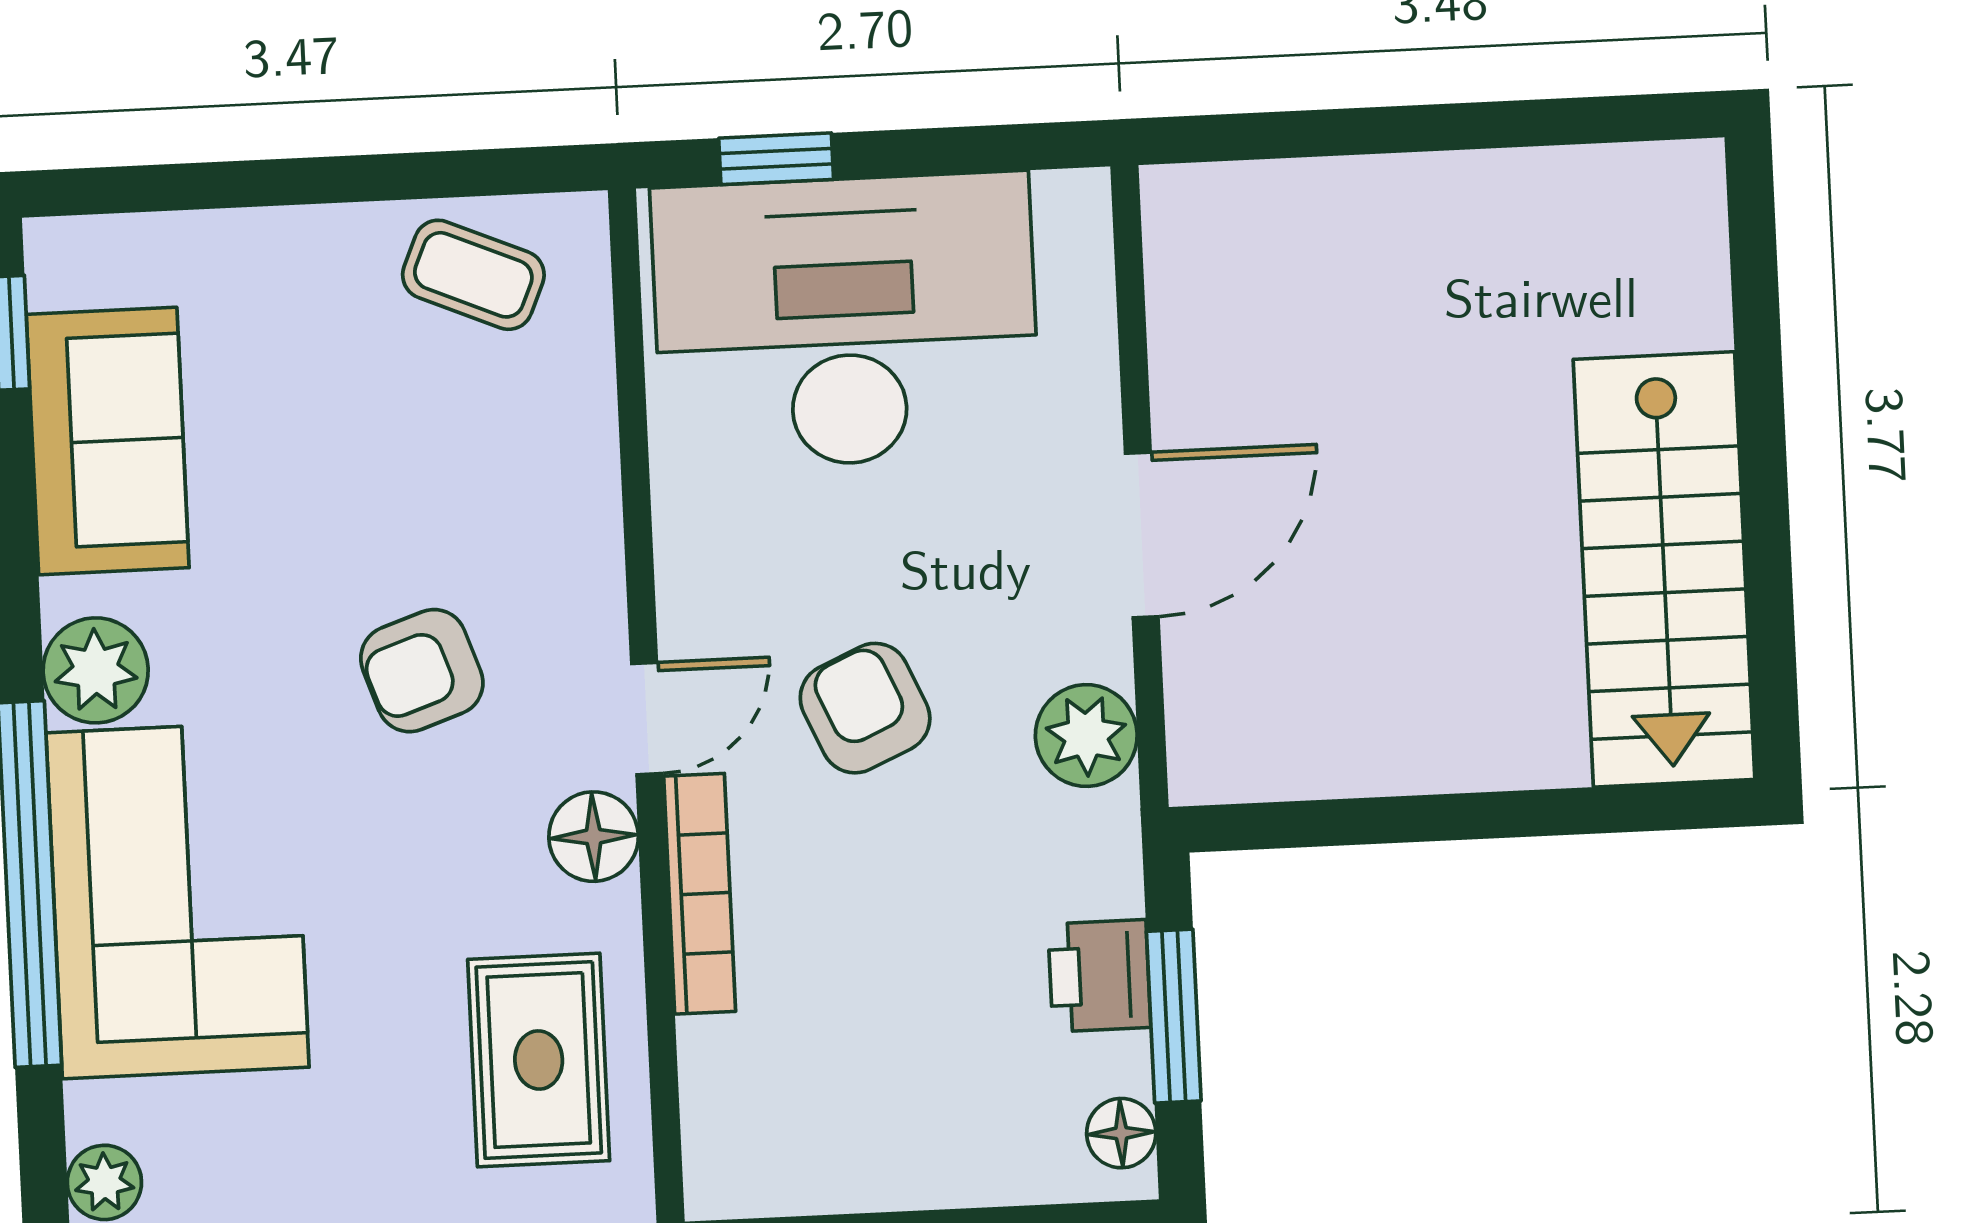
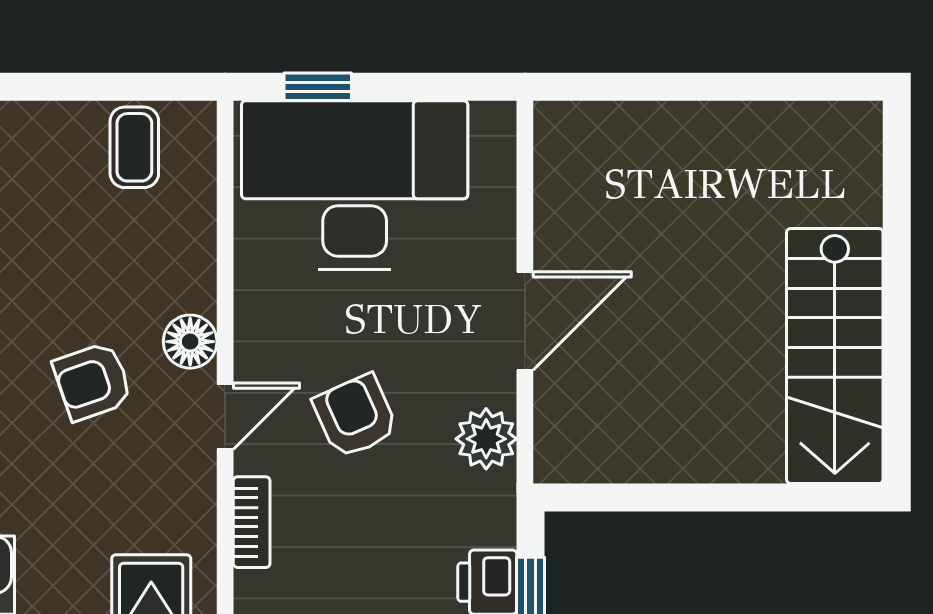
coffee table: (473, 275) -> (134, 147), turned 67
floor lamp: (594, 837) -> (190, 342), moved
bookcase: (700, 894) -> (252, 522), width x0.64

